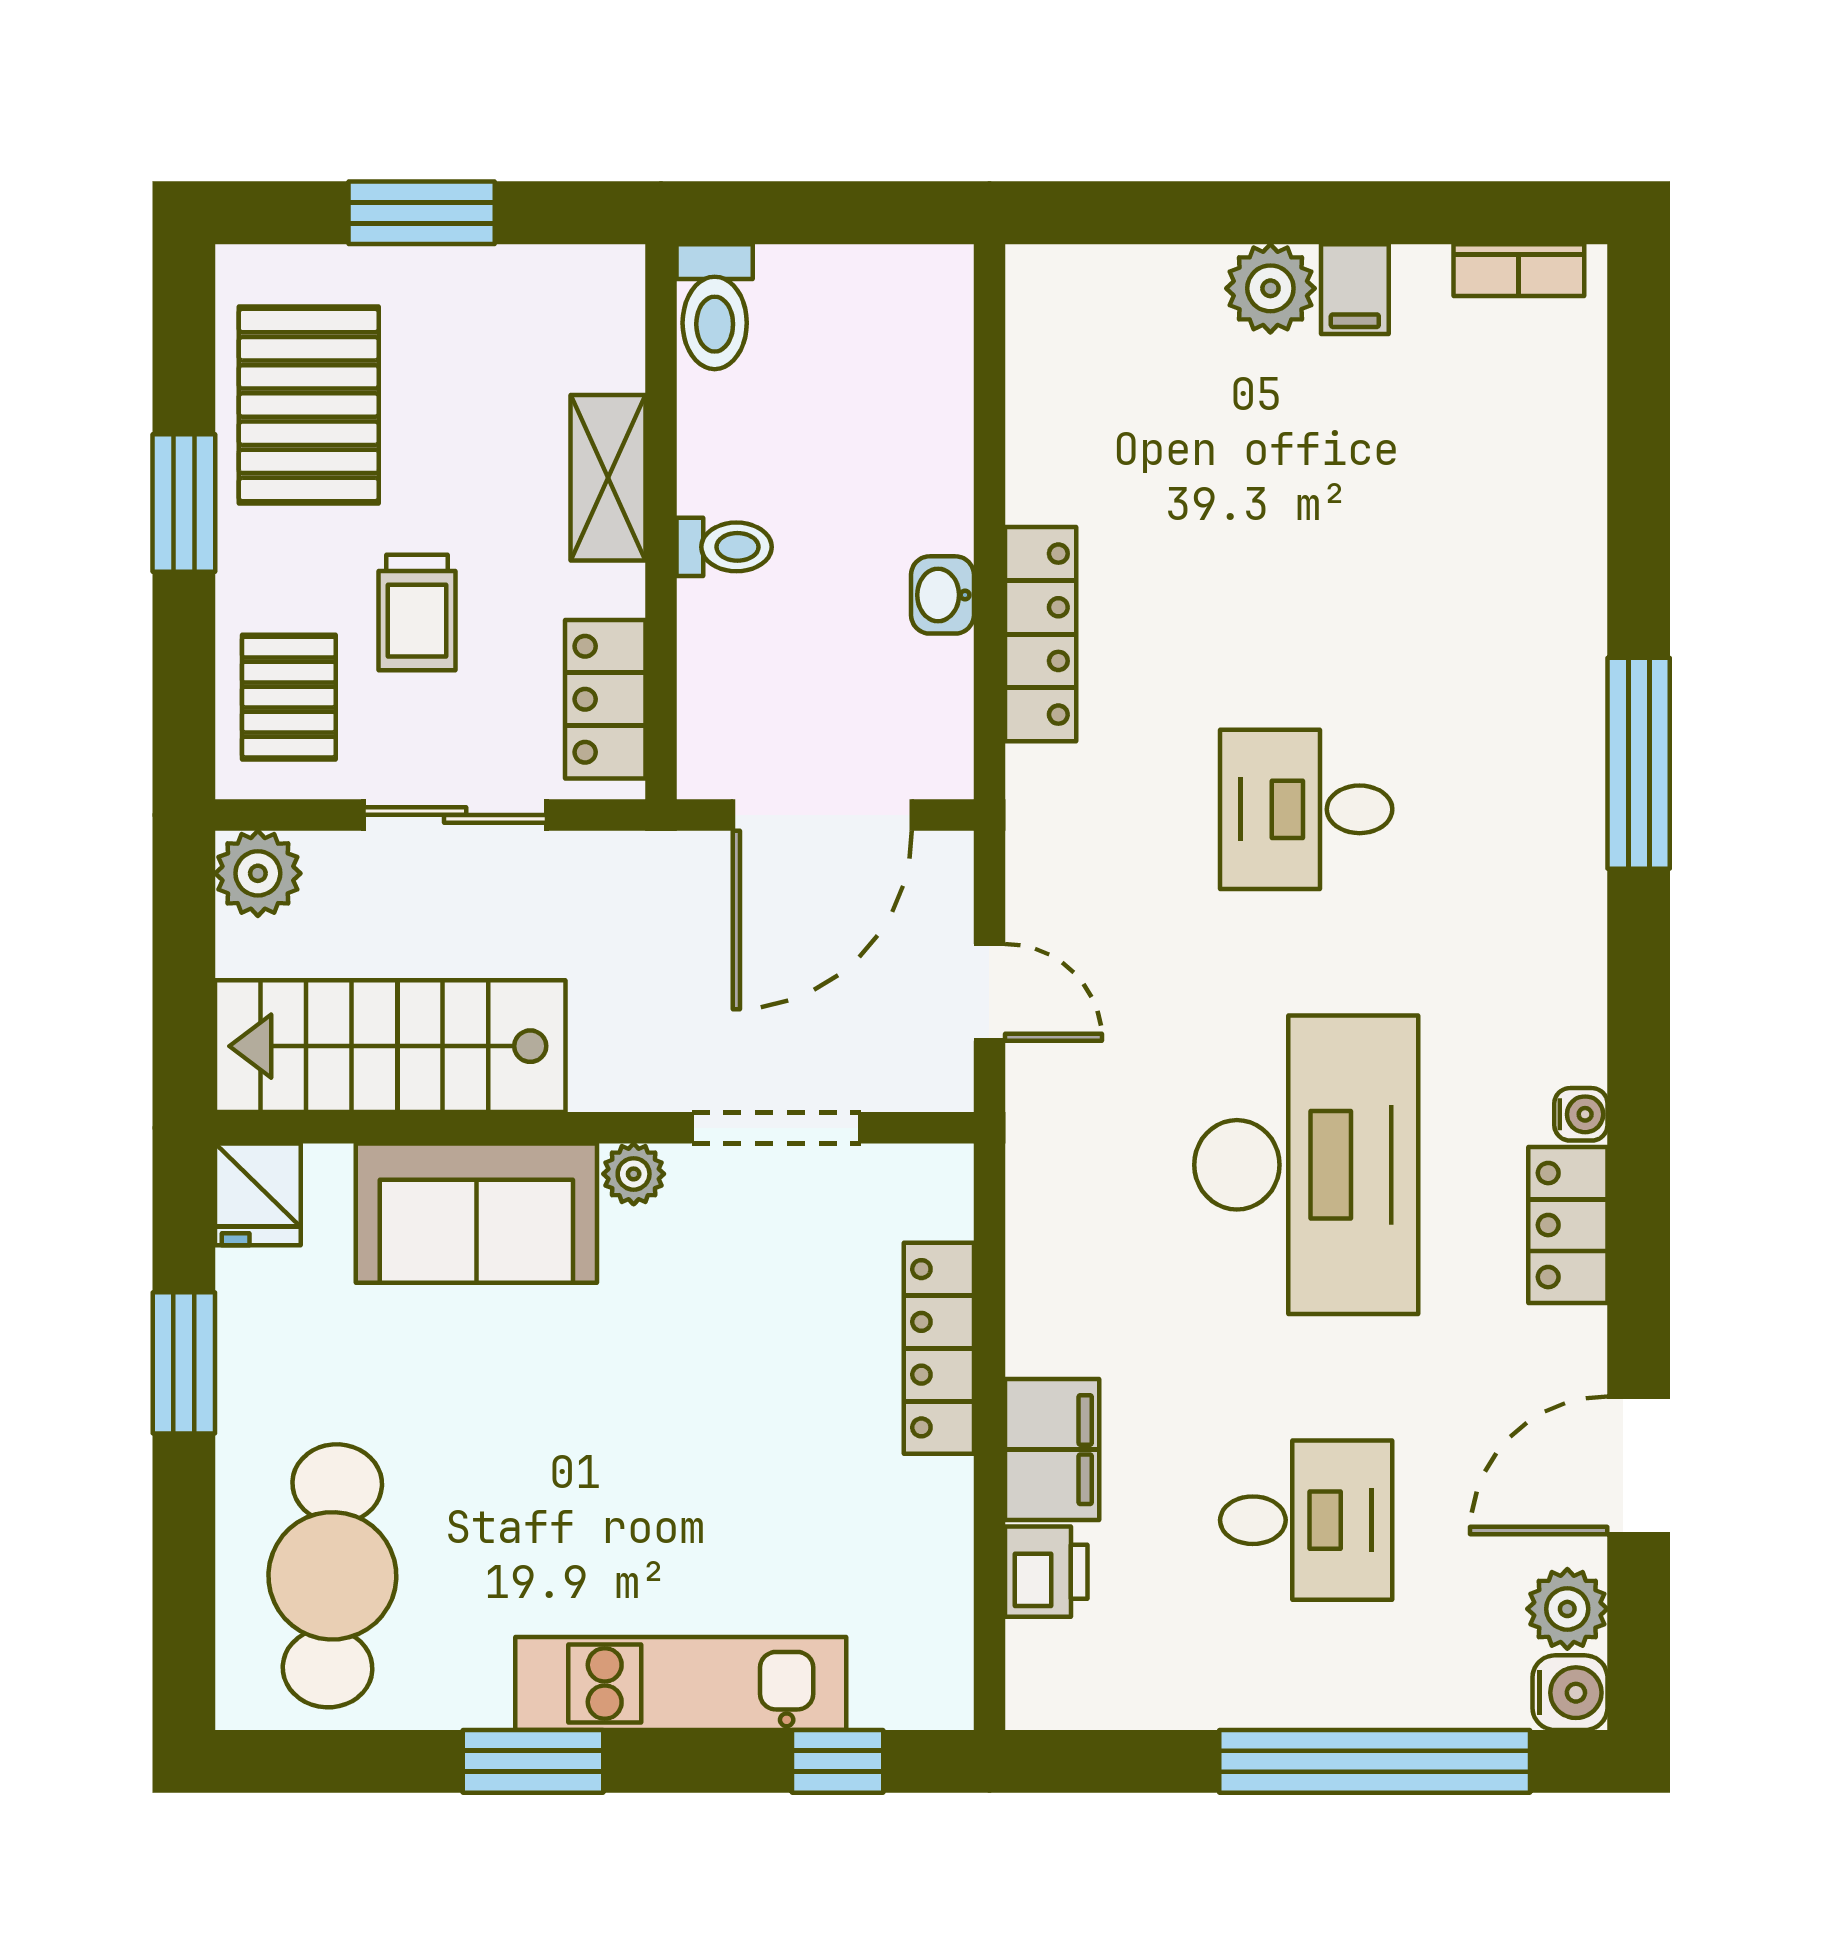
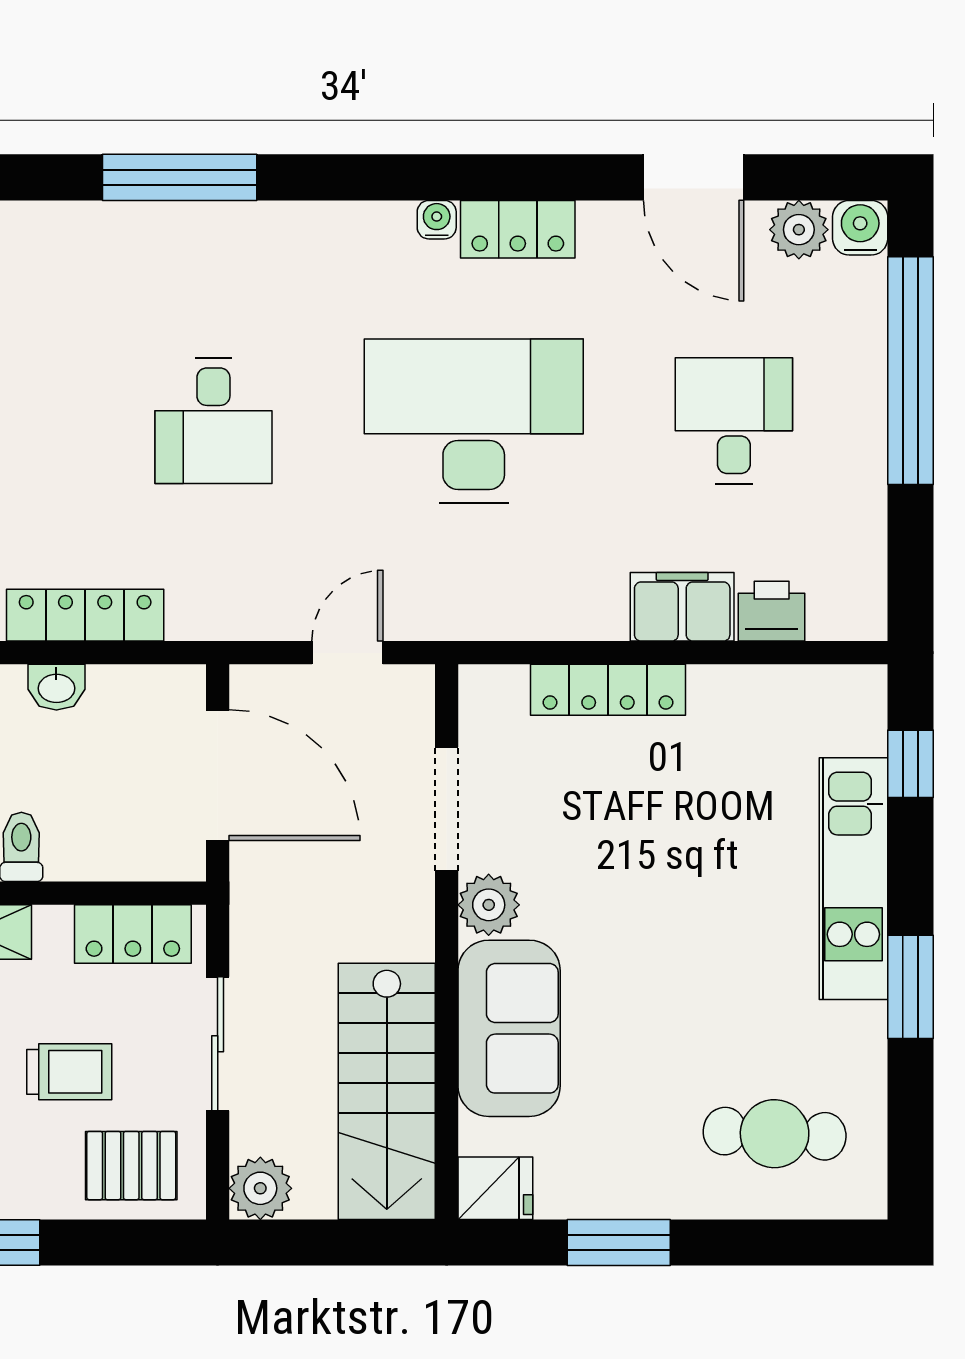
plant: (634, 1174) -> (489, 905), width x1.38, depth x1.38
cafe table: (332, 1576) -> (775, 1134), width x0.73, depth x0.74

